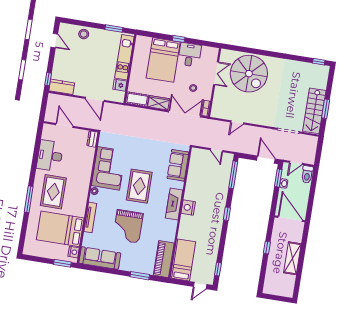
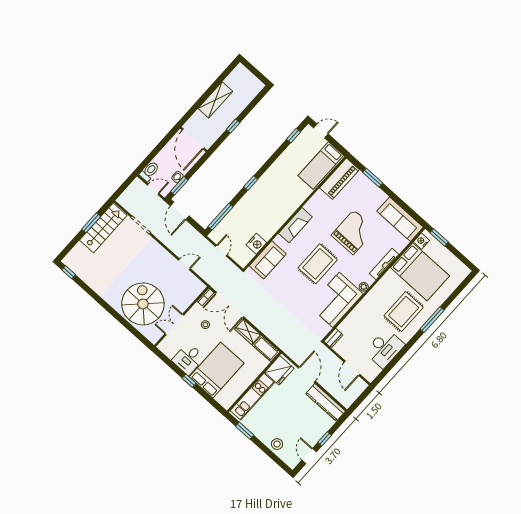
window: (48, 79) -> (325, 439), moved
fridge: (120, 85) -> (279, 370), width x1.88, depth x1.34
kitchen counter: (62, 87) -> (326, 402), width x1.50
nightstand: (188, 208) -> (256, 244), moved

